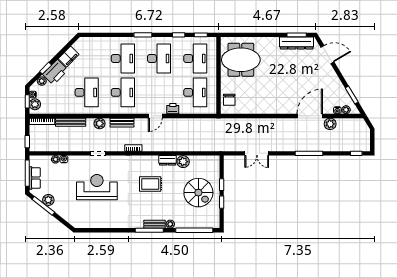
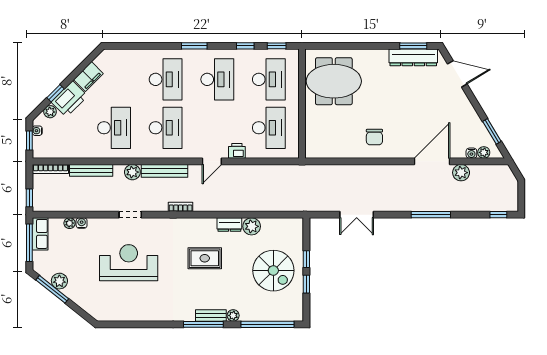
chair: (229, 100) -> (374, 137), moved
plant: (35, 104) -> (40, 145), removed
bench: (122, 123) -> (165, 171), width x1.36
row of seats: (35, 178) -> (40, 234), moved

